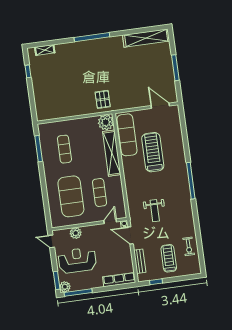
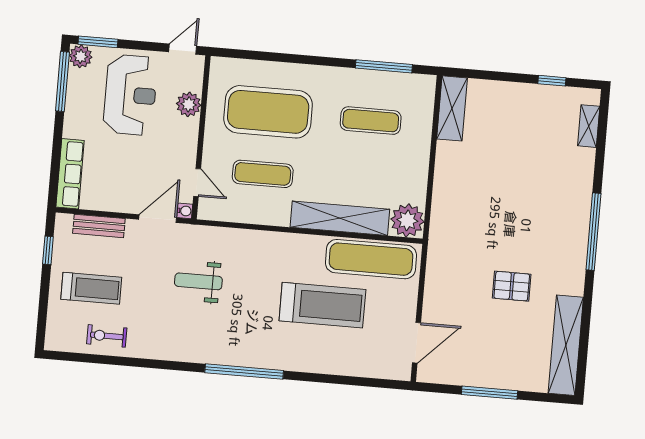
pallet: (103, 99) -> (512, 286), moved
shelving: (51, 114) -> (452, 108), added

